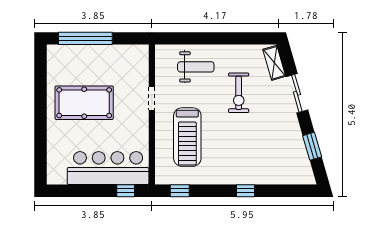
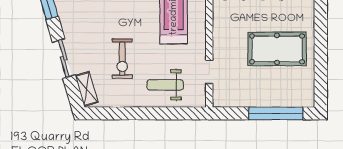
exercise bike: (239, 93) -> (122, 59), turned 180
doorway: (152, 98) -> (209, 72), moved

